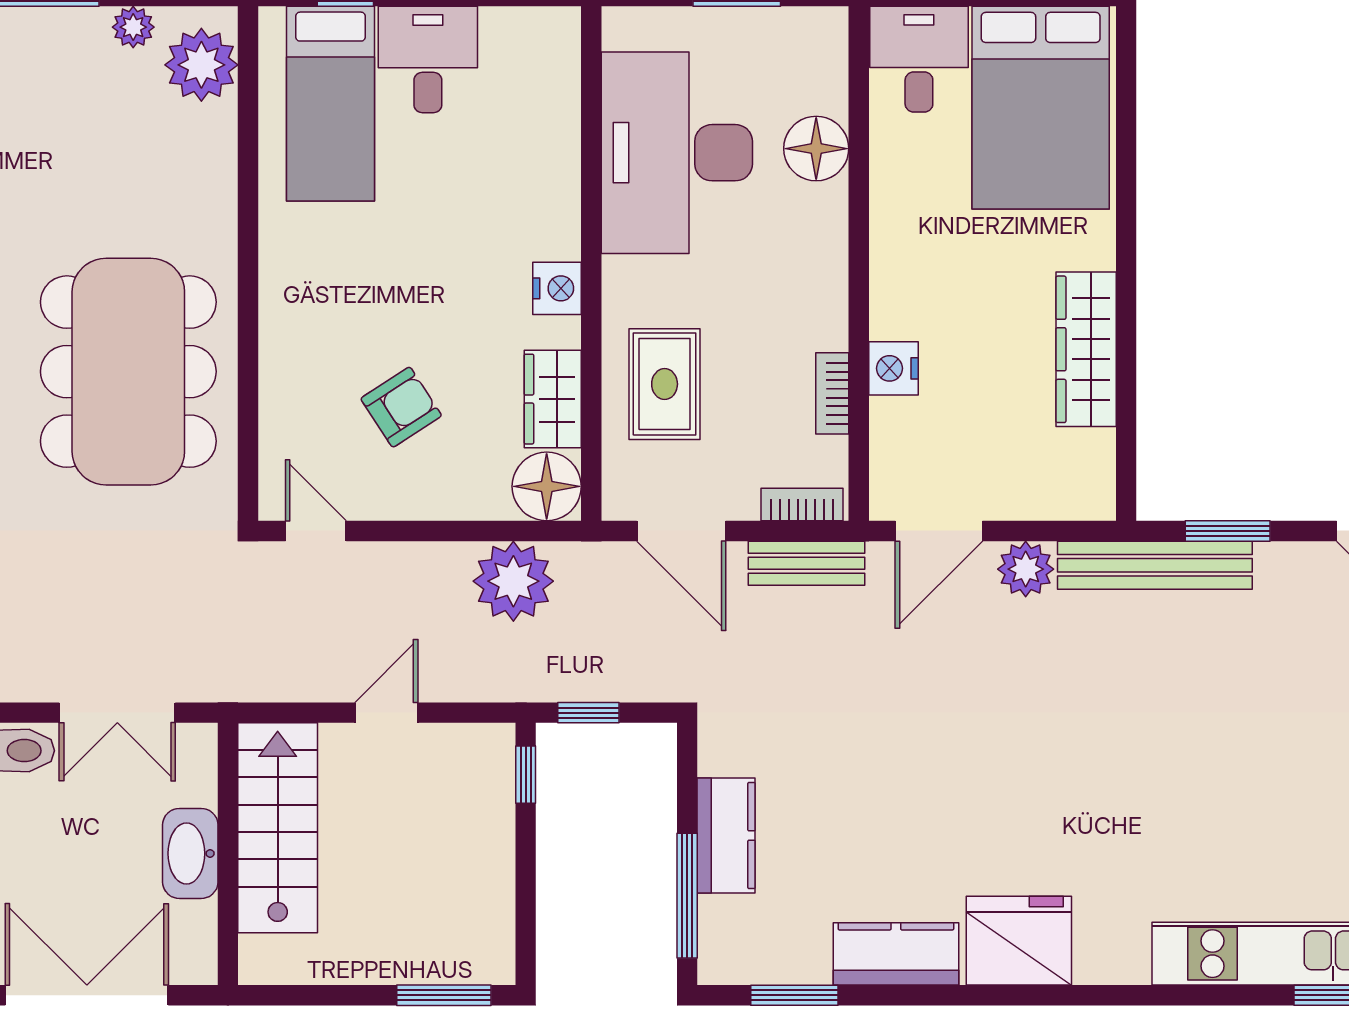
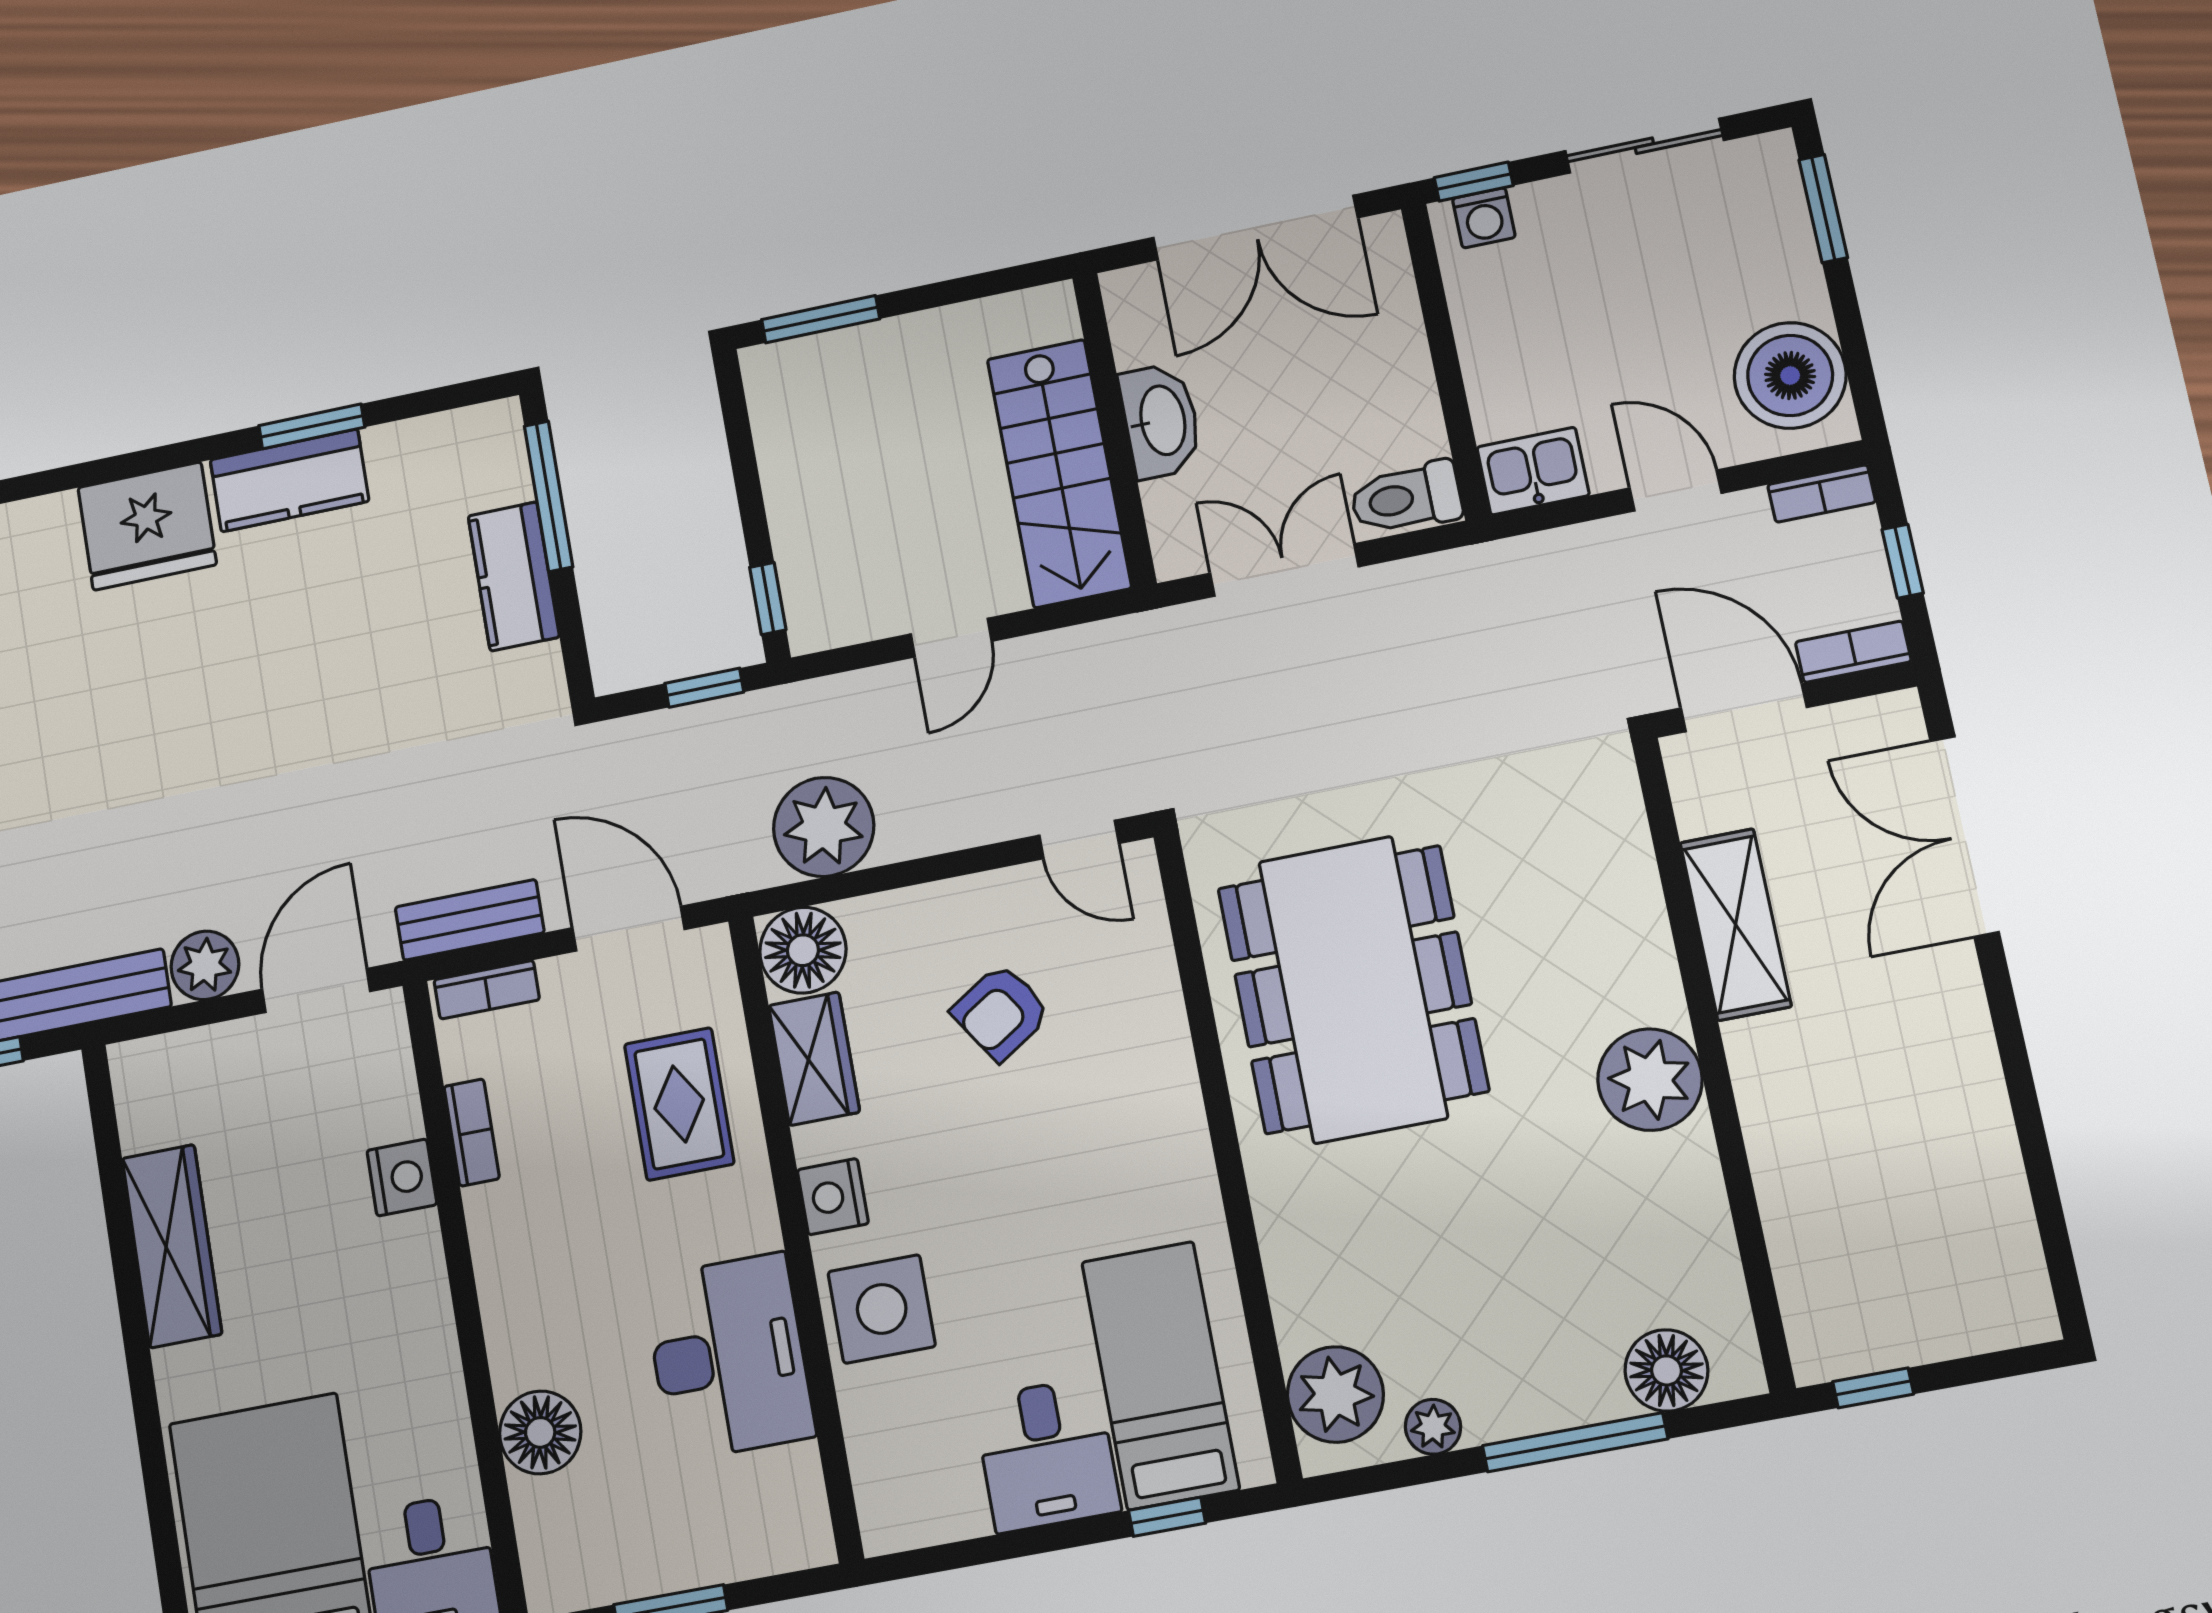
desk: (677, 153) -> (729, 1357), width x0.73, depth x0.77
side table: (534, 194) -> (882, 1309), added
window: (794, 995) -> (312, 426), moved

